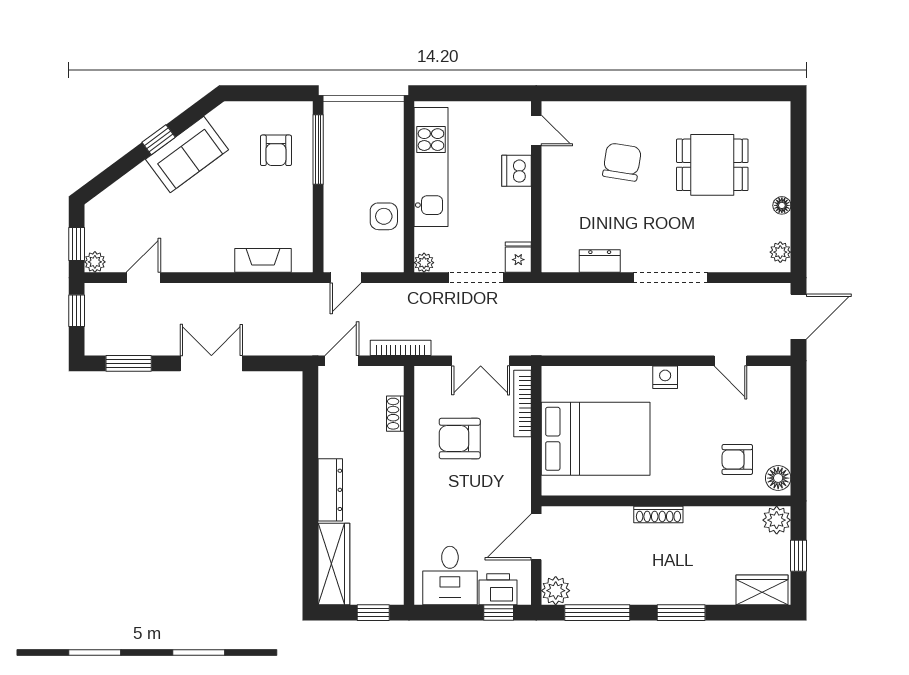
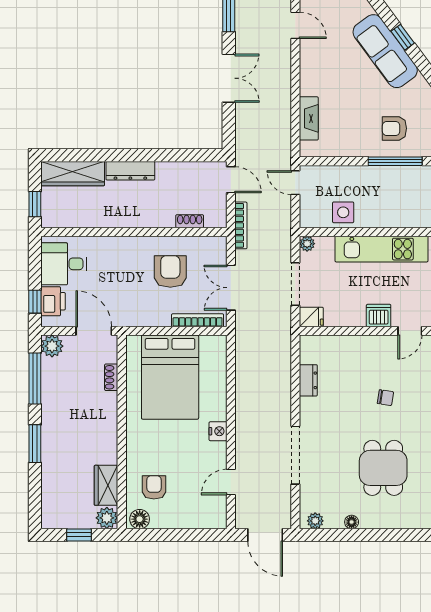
sofa: (187, 155) -> (385, 51), width x1.36
chair: (622, 162) -> (385, 398), width x0.54, depth x0.54
doorway: (670, 278) -> (295, 455), moved
shoe rack: (658, 514) -> (111, 377), moved, width x0.70
wardrobe: (762, 590) -> (106, 485), moved, turned 180

